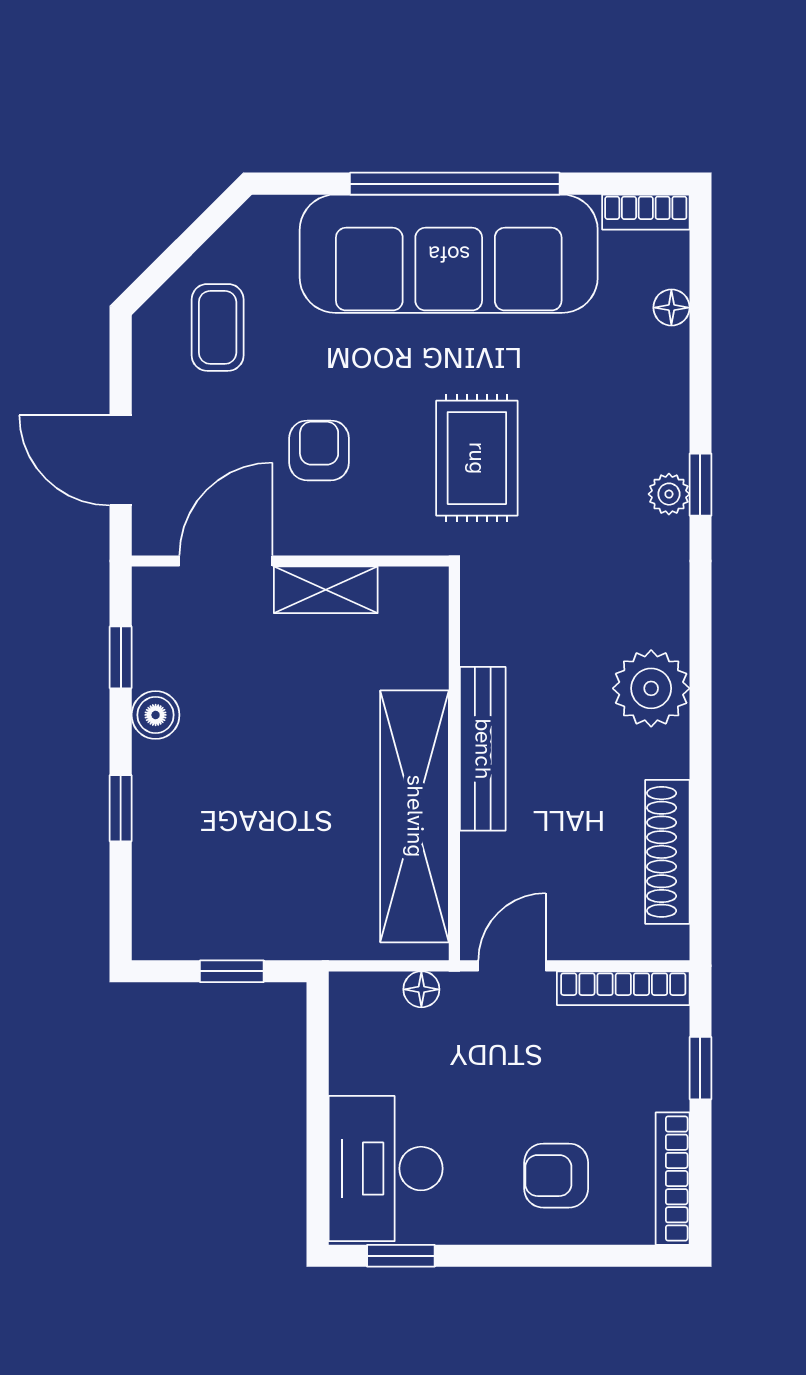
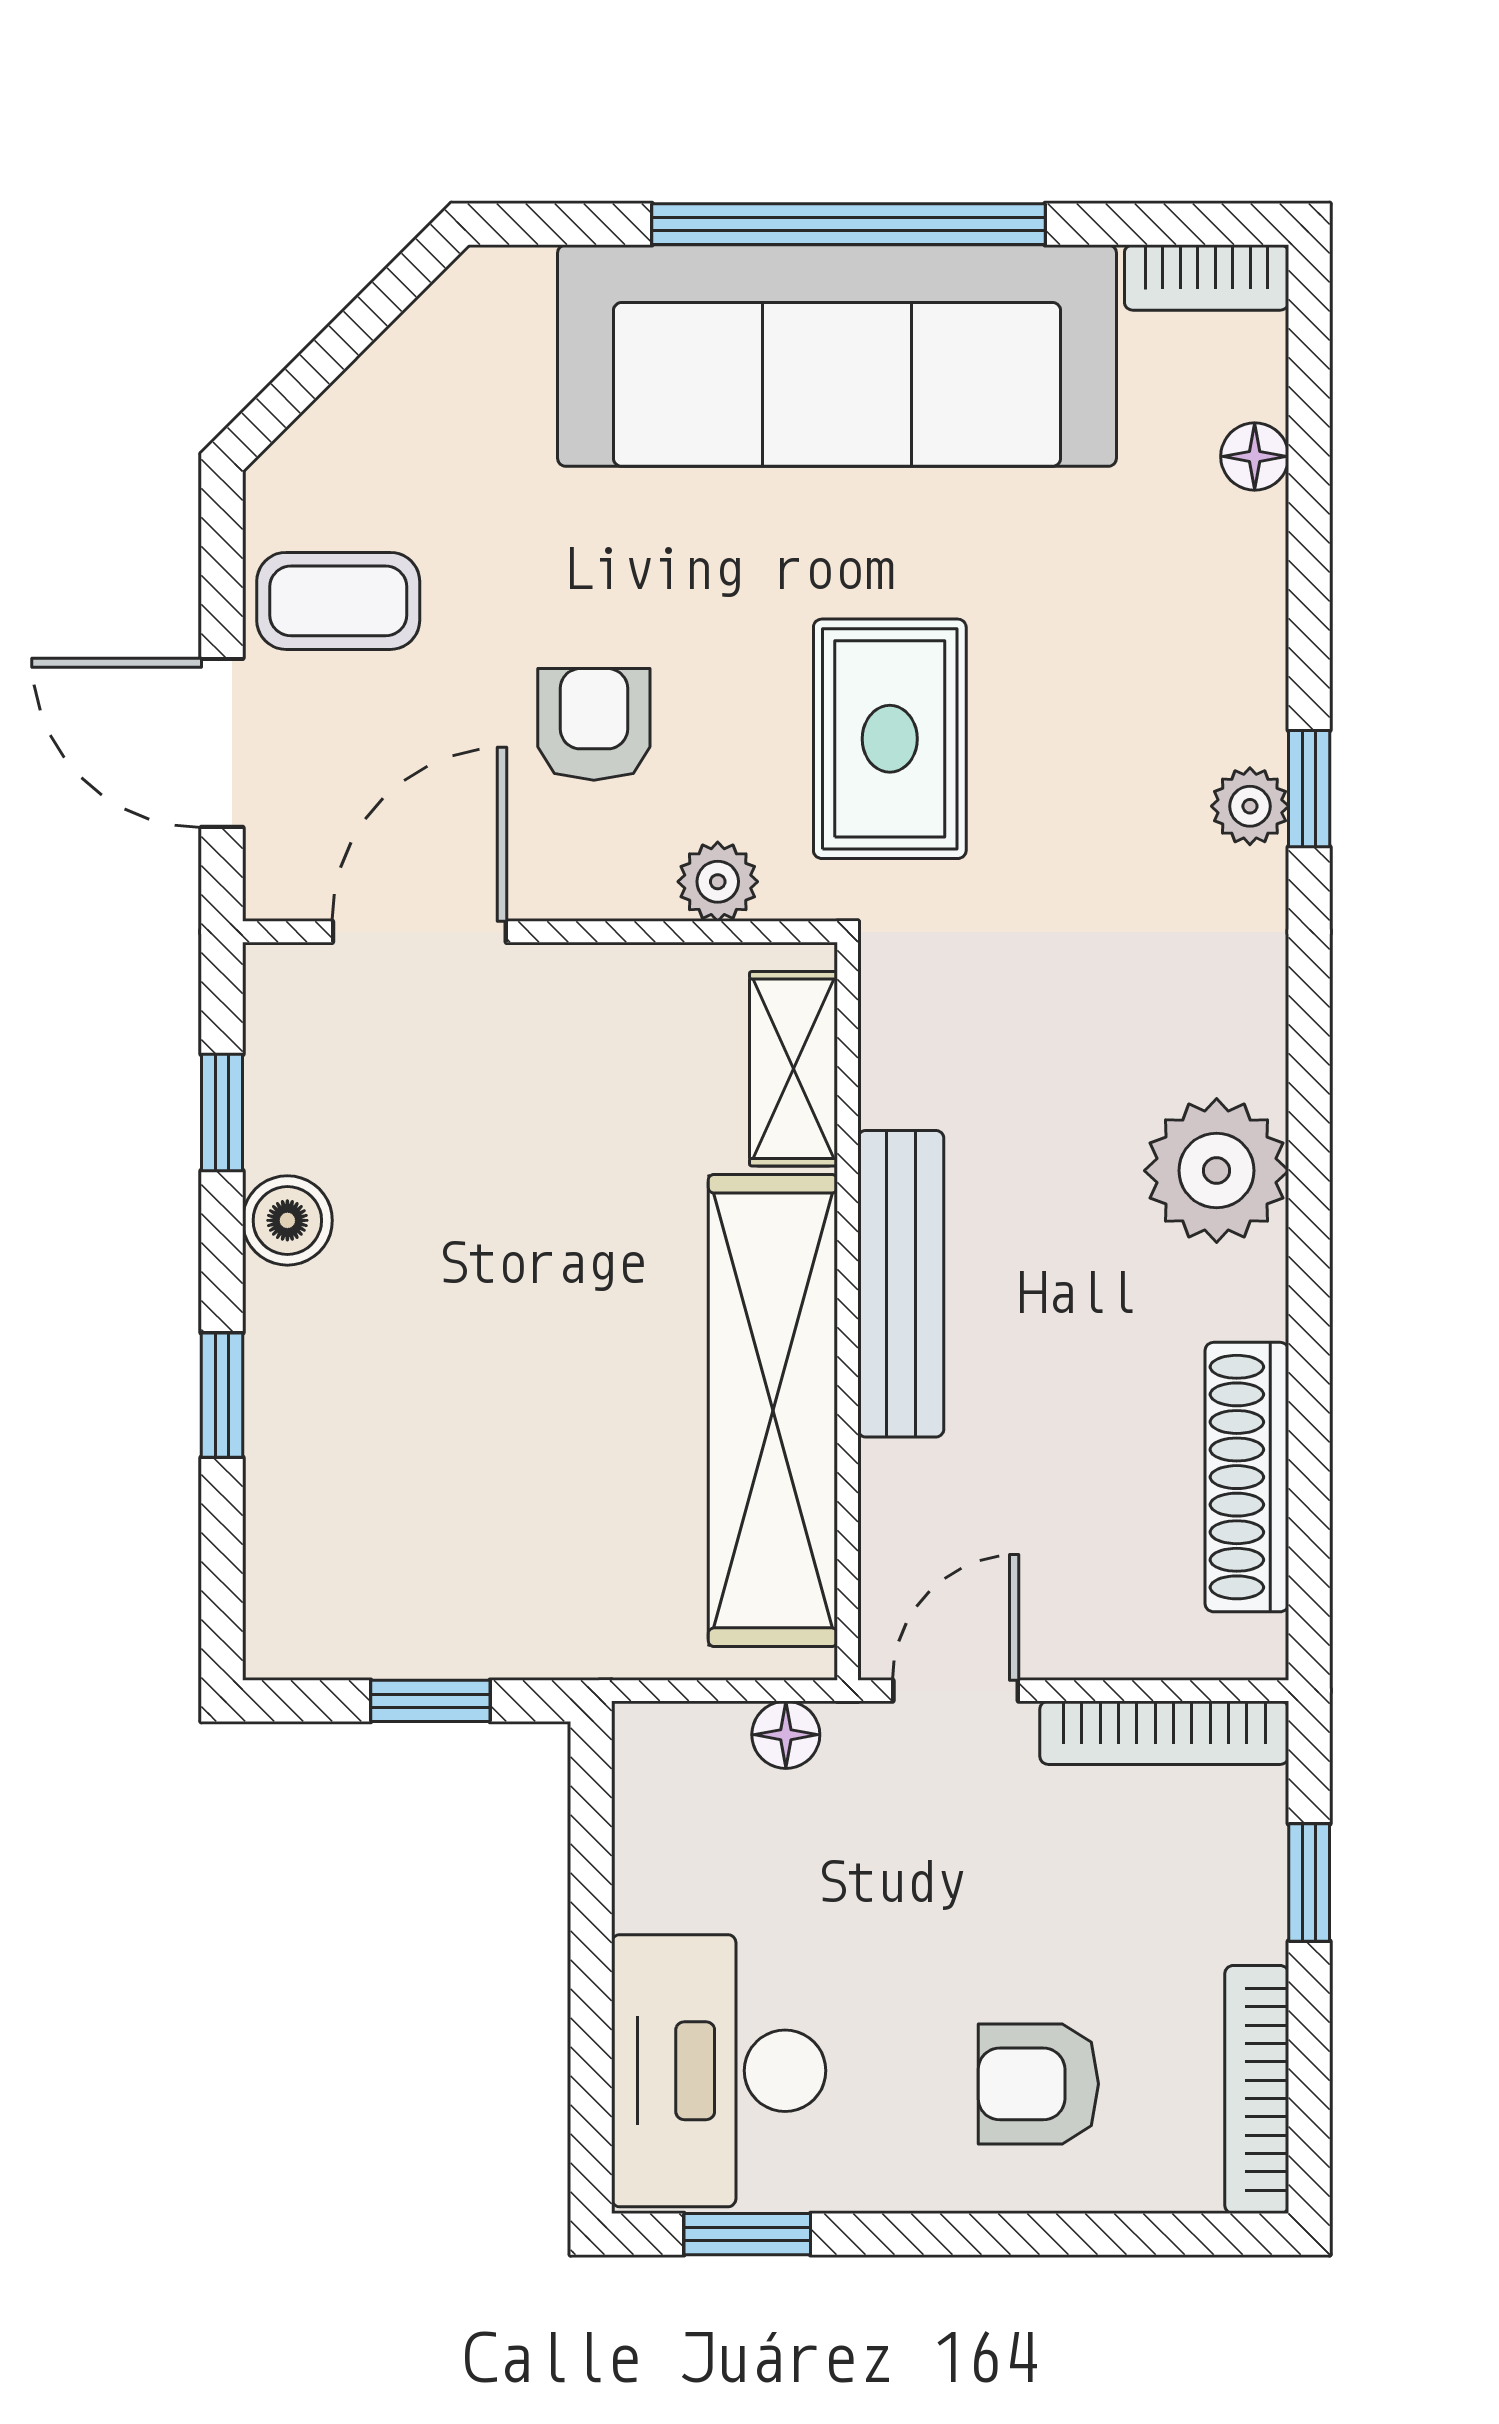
coffee table: (218, 327) -> (338, 601), moved, turned 90
plant: (385, 534) -> (718, 882), added
shelving: (326, 590) -> (793, 1069), moved, turned 90

